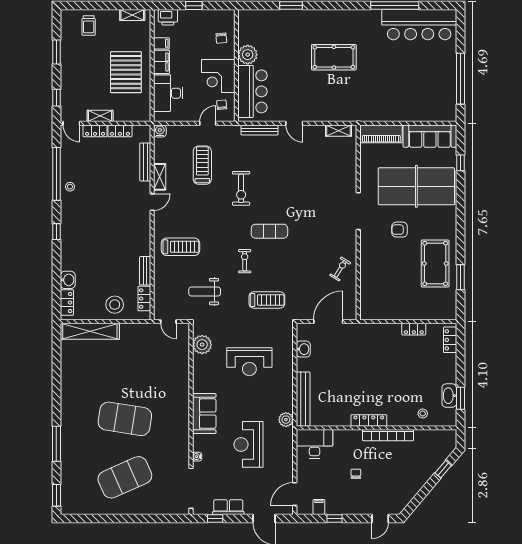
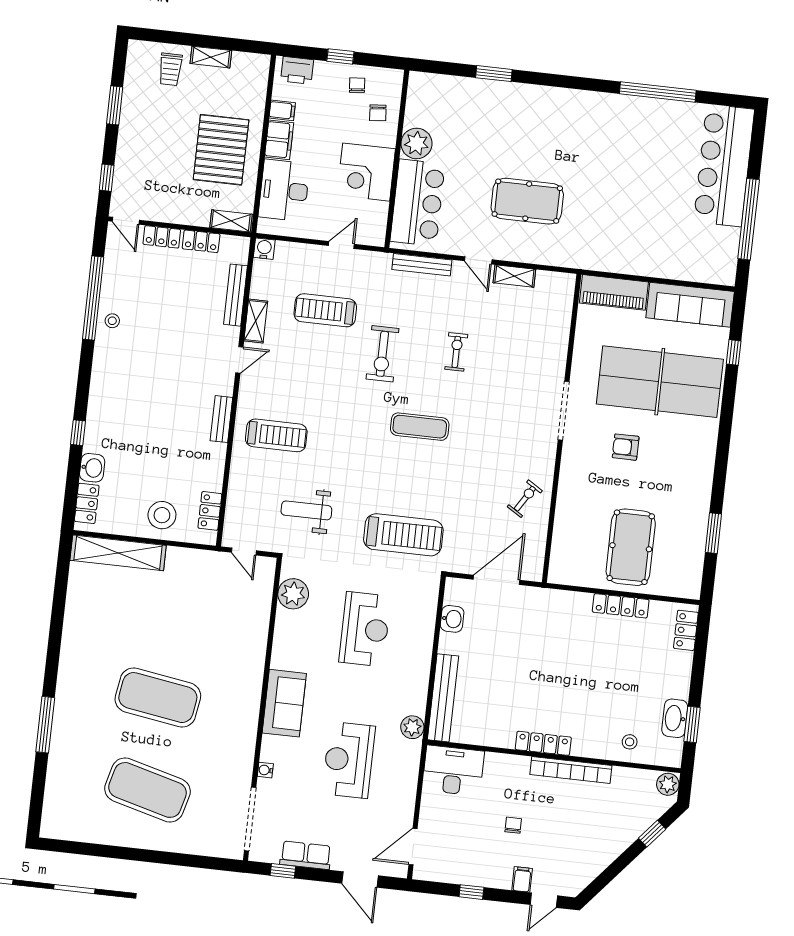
shelving: (132, 15) -> (211, 57), moved
bar counter: (419, 25) -> (724, 165), moved, turned 90
pool table: (334, 57) -> (527, 201), moved
chair: (222, 105) -> (357, 85), moved
shelving: (100, 116) -> (231, 221), moved
shelving: (339, 131) -> (514, 276), moved
treadmill: (202, 165) -> (325, 310), turned -90
window: (56, 232) -> (78, 433), moved
exercise bike: (245, 261) -> (456, 352), moved
pool table: (435, 263) -> (631, 547), moved
bench: (145, 271) -> (221, 419), moved
treadmill: (267, 300) -> (403, 535), width x1.37, depth x1.38
locker: (414, 329) -> (621, 606), width x1.53
reception desk: (249, 362) -> (365, 629), turned -90
plant: (450, 437) -> (668, 784), added
exercise mat: (125, 477) -> (147, 790), turned 39
window: (56, 495) -> (36, 806), removed
filing cabinet: (319, 507) -> (522, 879), moved

